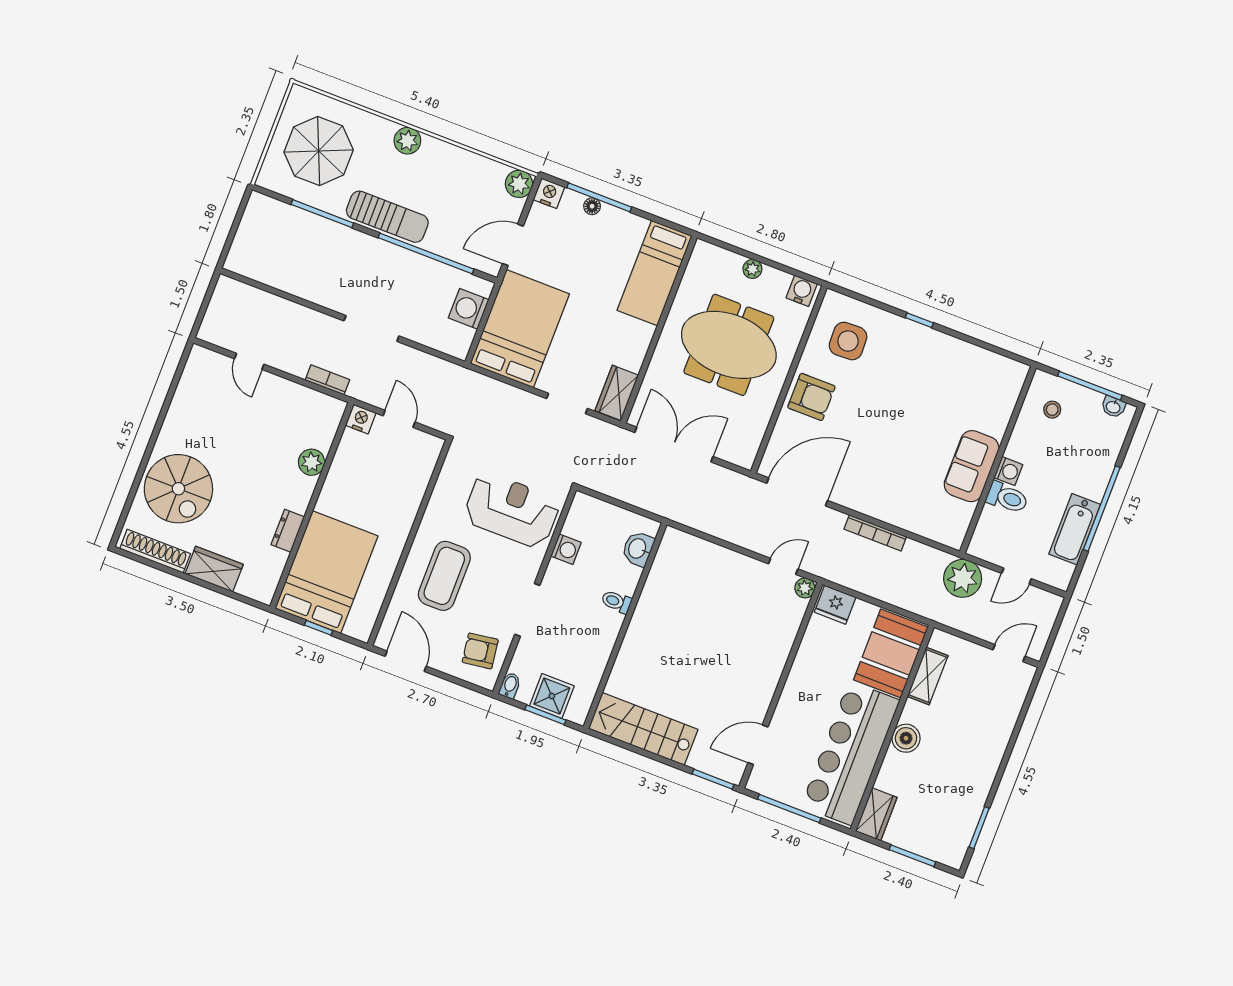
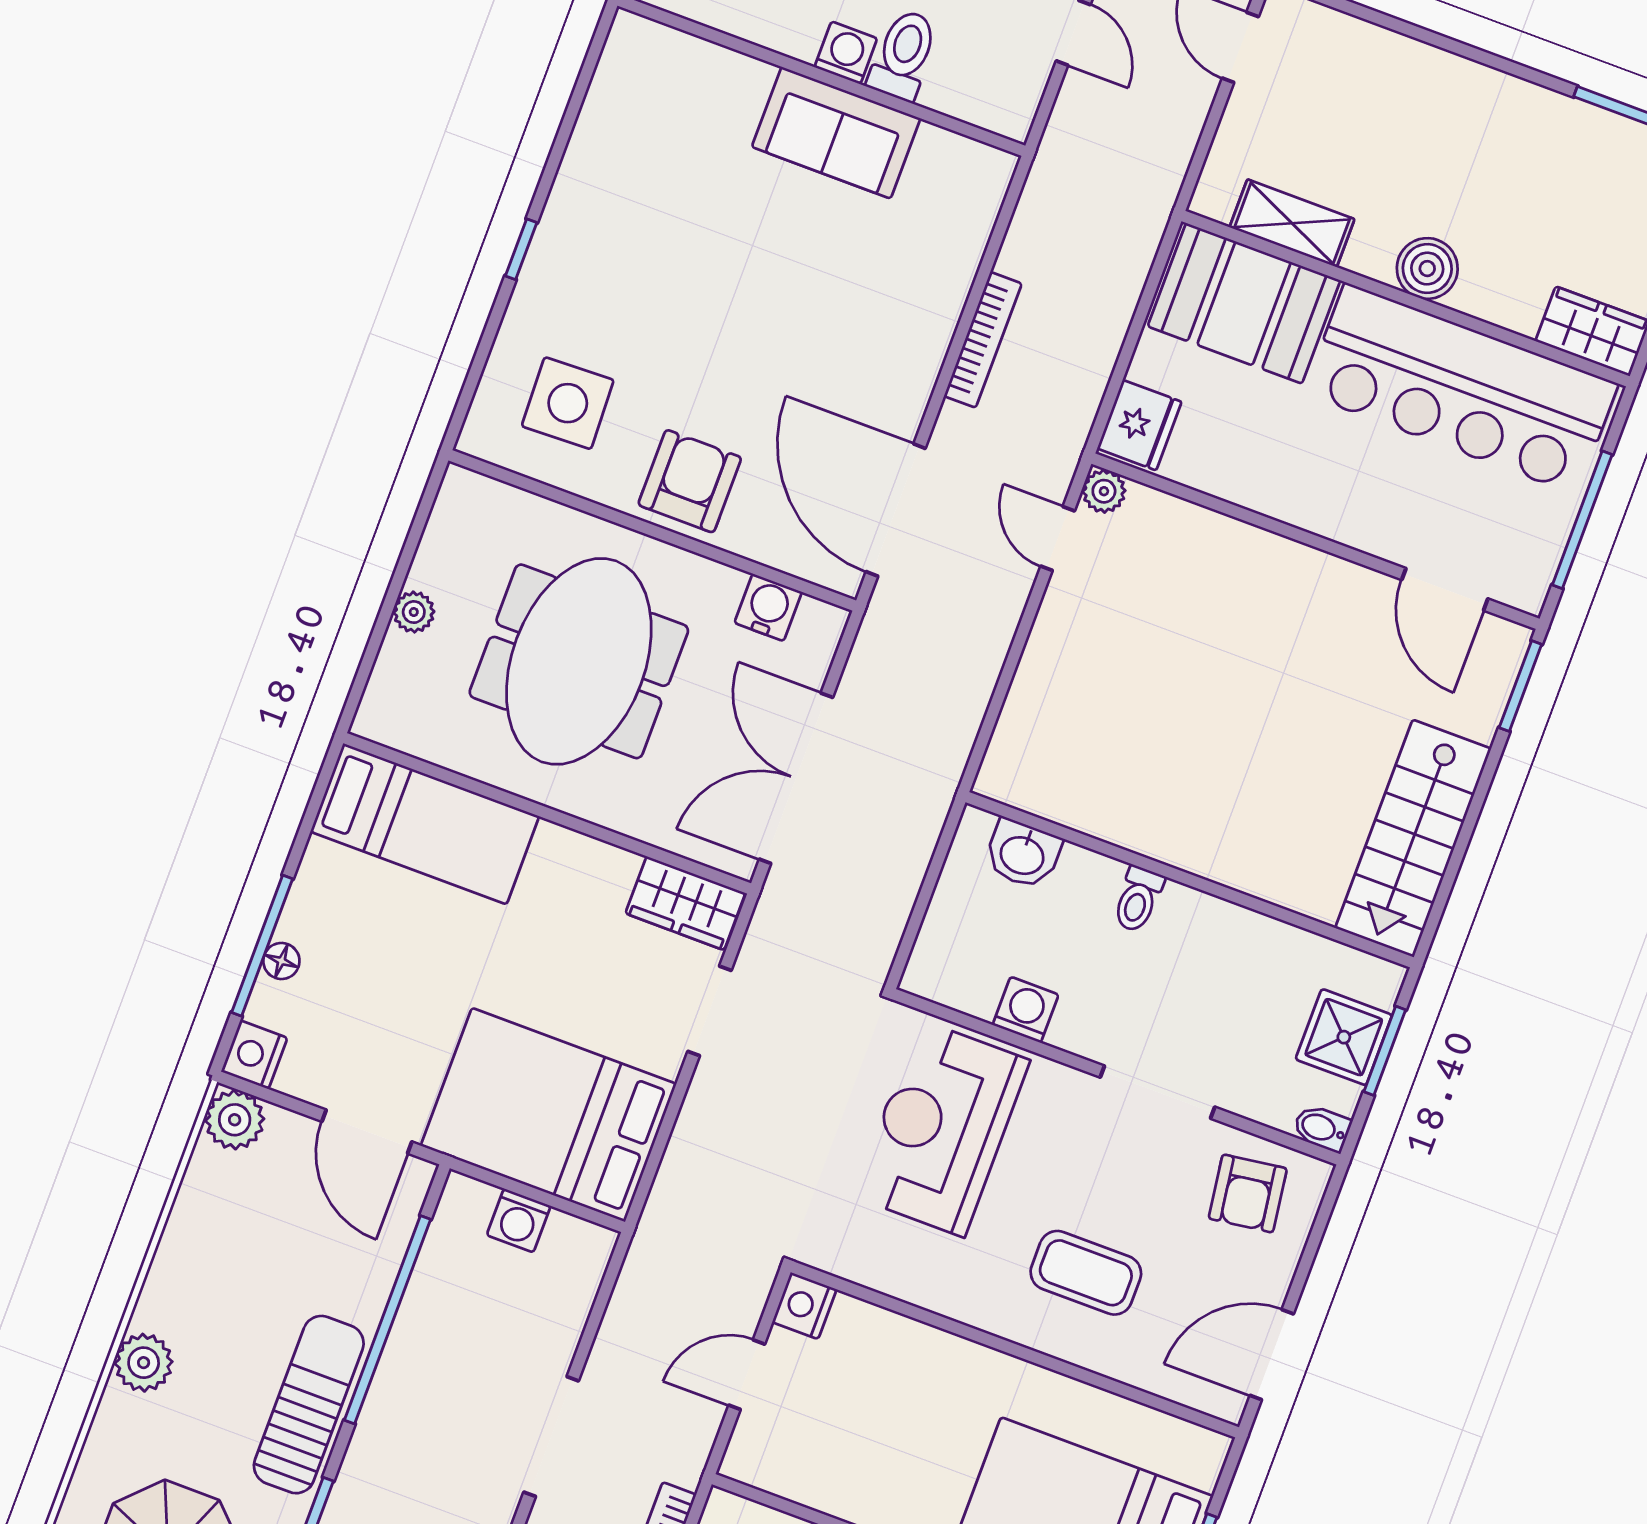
water cooler: (802, 291) -> (768, 607), moved, turned 90
washing machine: (469, 309) -> (519, 1221), width x0.73, depth x0.73
nightstand: (361, 419) -> (804, 1306), moved
coffee table: (444, 576) -> (1086, 1273), width x0.73, depth x0.76
plant: (963, 578) -> (1079, 149), removed

